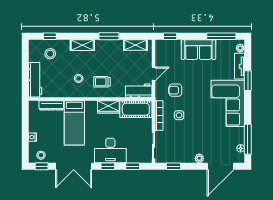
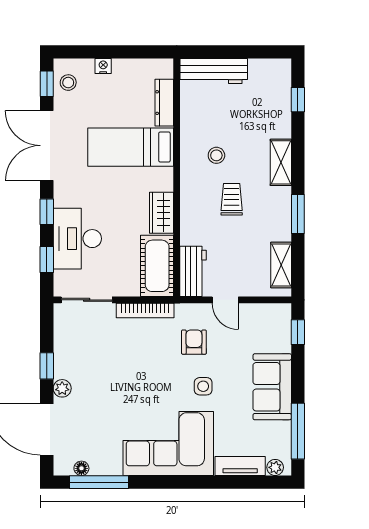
stool: (50, 54) -> (264, 100), removed
window: (248, 81) -> (212, 482), removed
trolley: (102, 82) -> (232, 199), moved
side table: (179, 115) -> (203, 386), moved
desk: (110, 150) -> (77, 239), moved
window: (173, 166) -> (47, 366), moved

